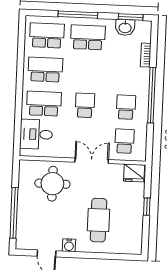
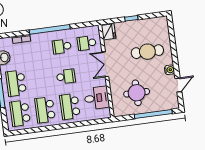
school desk: (85, 105) -> (66, 76), turned 180
desk: (36, 134) -> (97, 98), moved, turned -90
round table: (52, 184) -> (137, 93), moved

